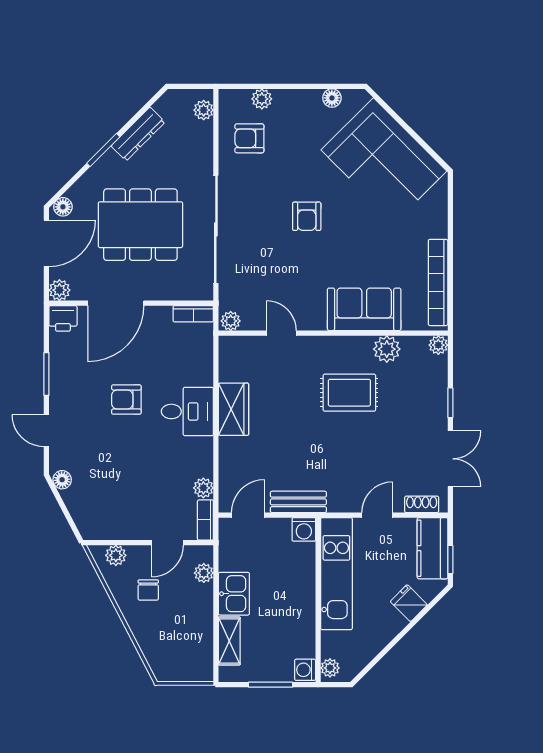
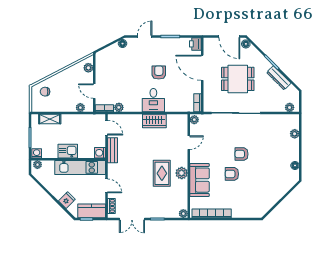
armchair: (249, 138) -> (232, 174), moved, turned -90
corner sofa: (384, 160) -> (267, 189), removed
dining table: (140, 225) -> (238, 79), width x0.73
plant: (59, 290) -> (208, 42), removed
plant: (387, 349) -> (182, 173), moved
chair: (148, 590) -> (45, 92), moved
kitchen sink: (234, 594) -> (68, 151), moved, turned 180

